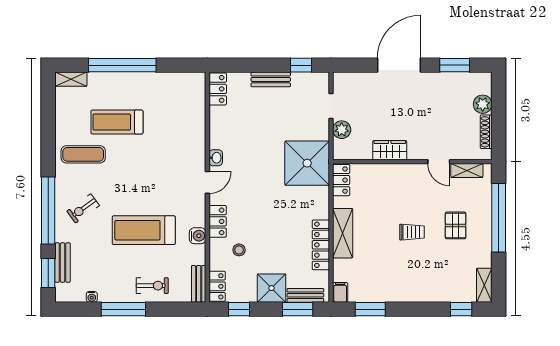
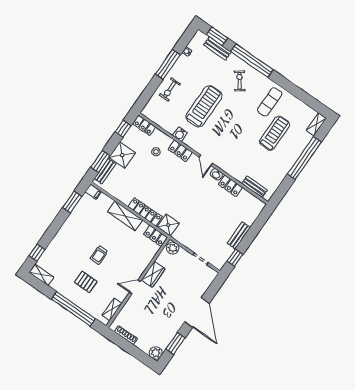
locker: (218, 89) -> (230, 186), moved
plant: (483, 104) -> (156, 353), moved
plant: (342, 130) -> (173, 248), moved
door: (439, 162) -> (135, 287), moved
shower: (307, 163) -> (168, 225), width x0.54, depth x0.54
locker: (321, 245) -> (145, 212), moved
bench: (199, 284) -> (254, 187), moved

